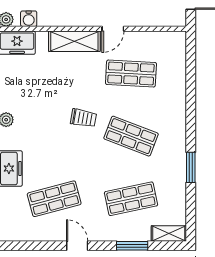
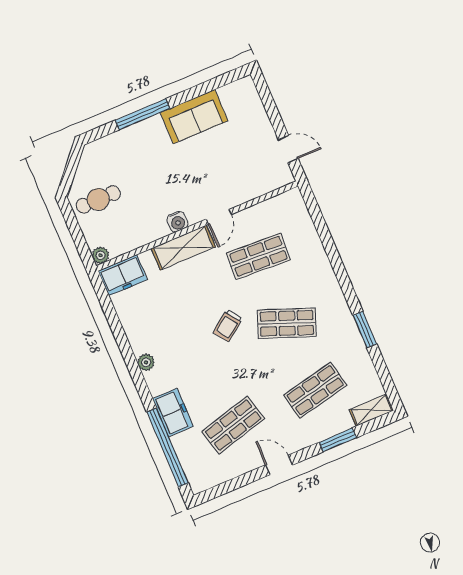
water cooler: (29, 19) -> (177, 222), moved
trolley: (83, 118) -> (228, 326), turned 134

